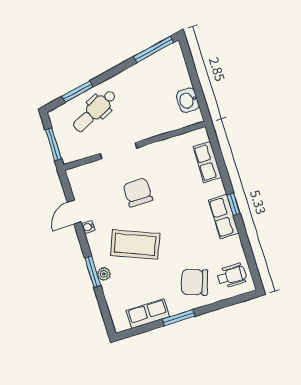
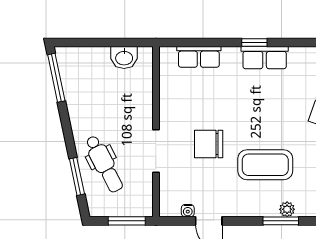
water cooler: (88, 227) -> (188, 211), moved
coffee table: (135, 245) -> (265, 165), turned 68

